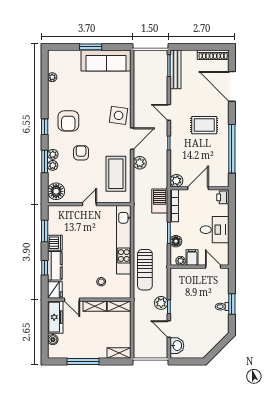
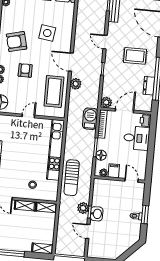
side table: (119, 115) -> (47, 33), moved
armchair: (68, 121) -> (17, 42), turned 76
door: (132, 139) -> (71, 62), swing flipped
dresser: (223, 157) -> (149, 86), added
desk: (215, 230) -> (137, 138), moved
washbasin: (177, 346) -> (97, 214), moved

